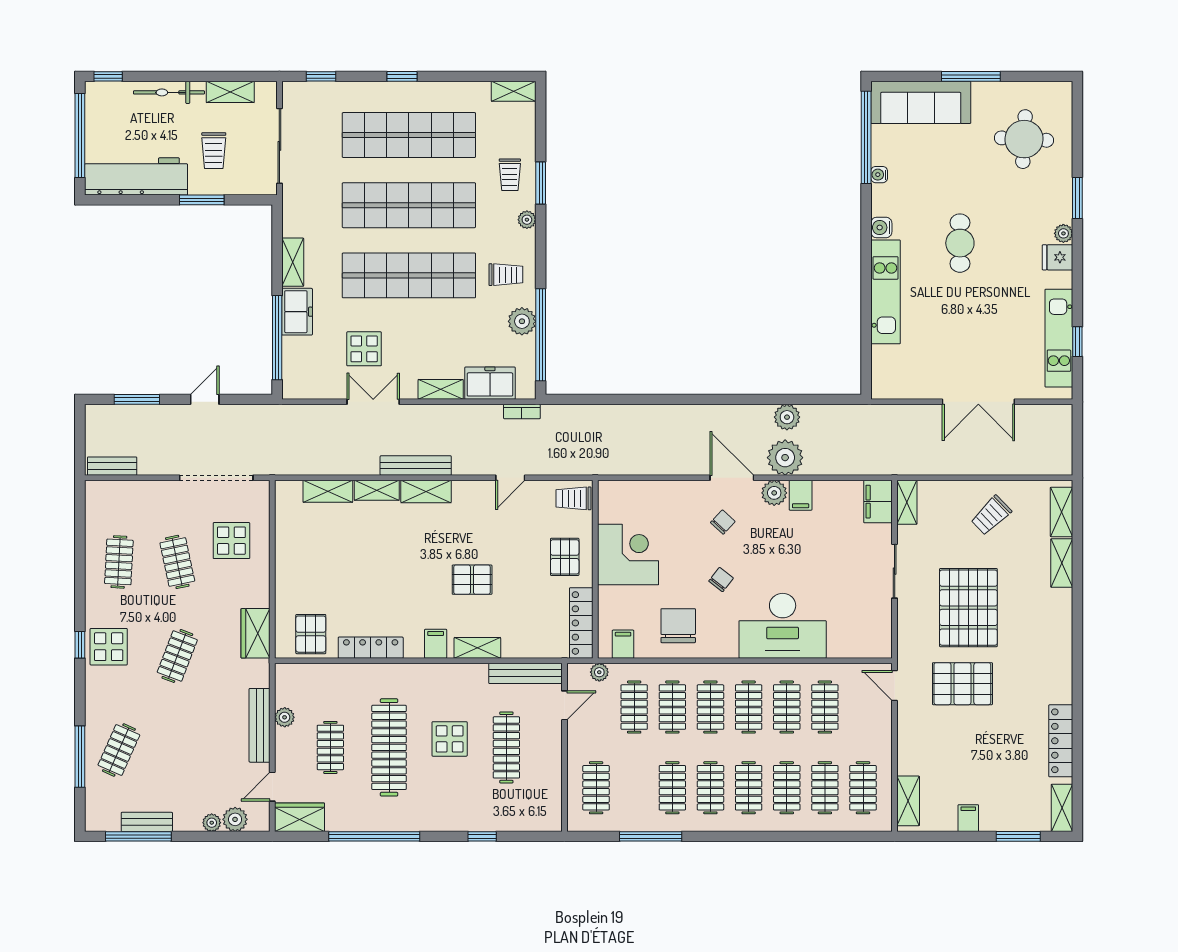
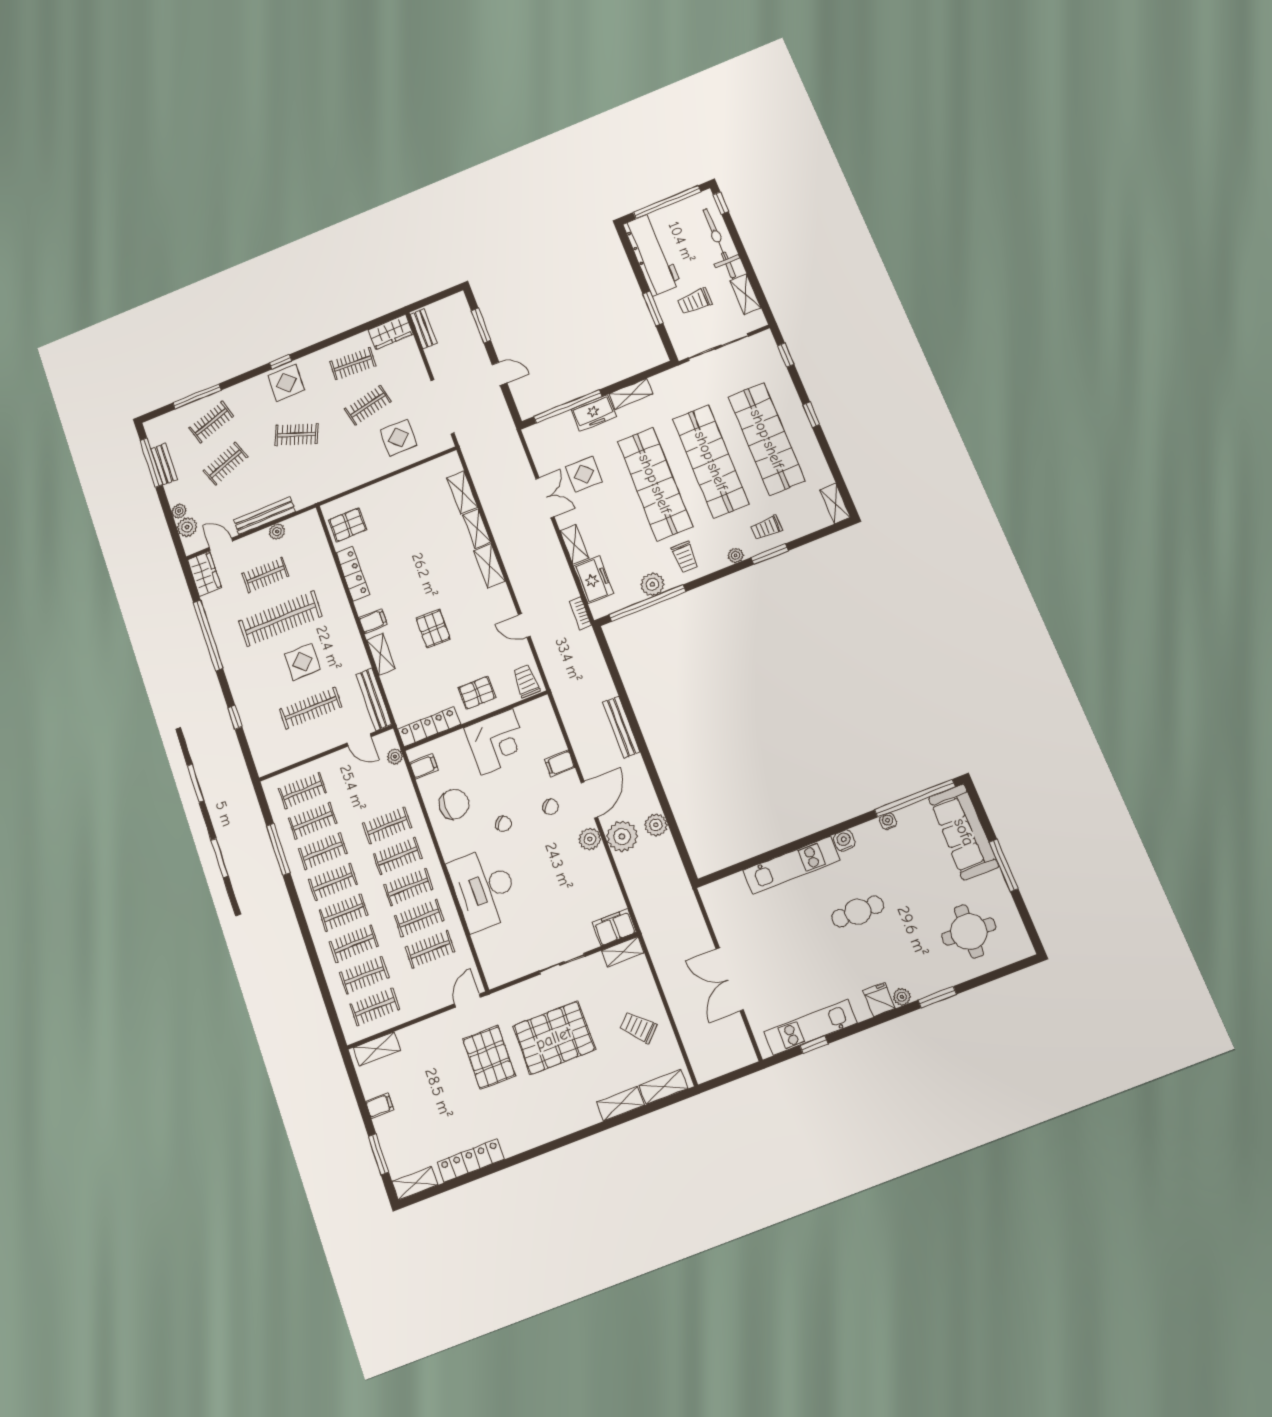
bicycle: (169, 92) -> (719, 243), width x1.37, depth x1.40
bench: (416, 466) -> (621, 727), moved
filing cabinet: (801, 495) -> (560, 763), moved
wardrobe: (256, 633) -> (391, 332), moved, turned 180
clothes rail: (634, 707) -> (313, 821), moved
clothes rail: (119, 750) -> (211, 422), turned -42
clothes rail: (177, 750) -> (225, 464), added

